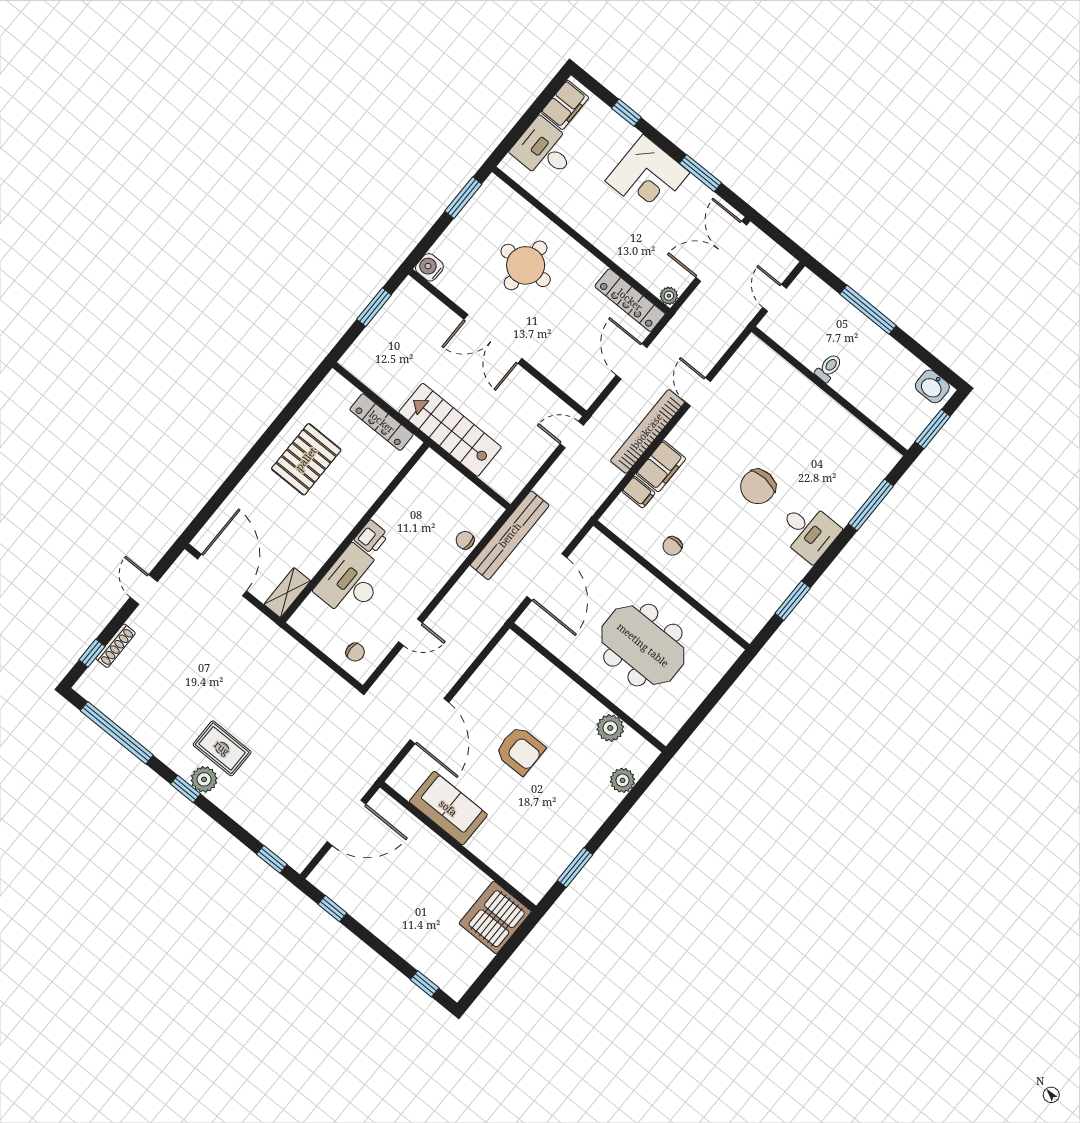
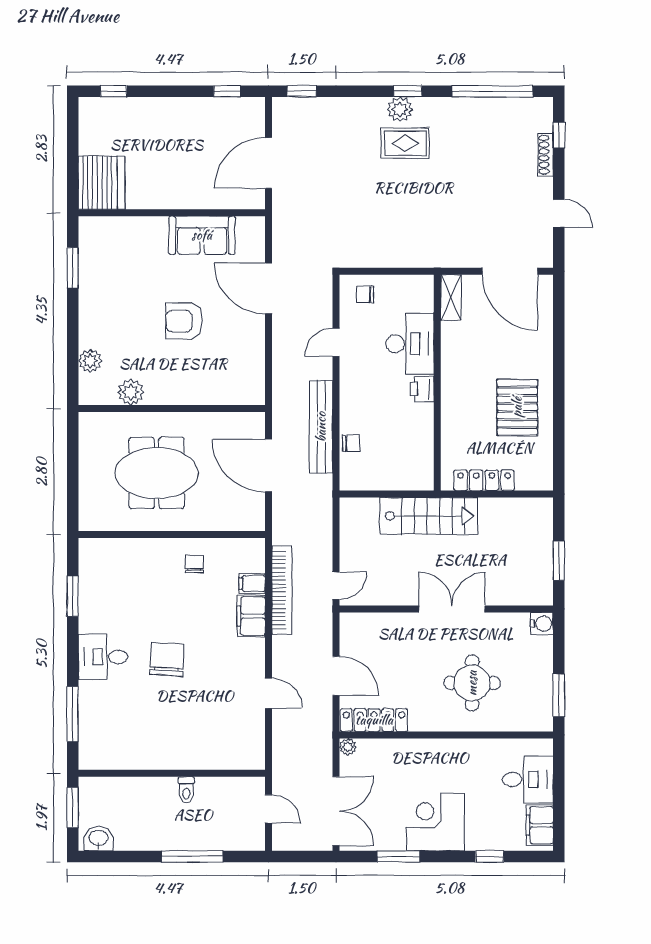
bookcase: (647, 431) -> (282, 590), moved
bench: (510, 535) -> (321, 427), moved

